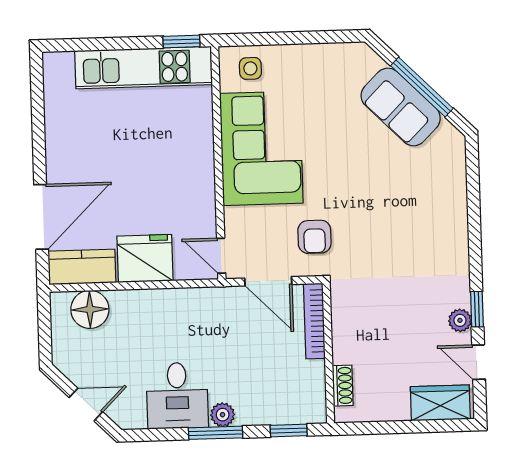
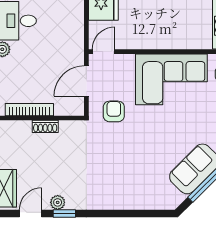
armchair: (314, 237) -> (114, 111), turned 90
bookcase: (314, 321) -> (29, 110), moved
shoe rack: (343, 386) -> (45, 126), moved

